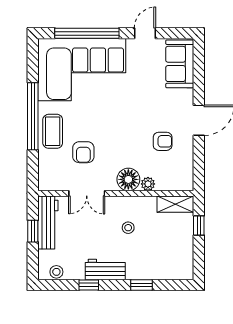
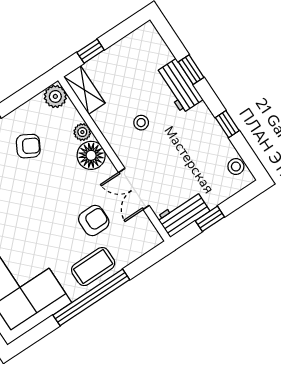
armchair: (163, 141) -> (28, 146), turned 119
plant: (184, 182) -> (55, 96), added
double door: (87, 193) -> (134, 189), swing flipped
workbench: (48, 223) -> (183, 214), width x0.73
workbench: (105, 269) -> (179, 86), moved

